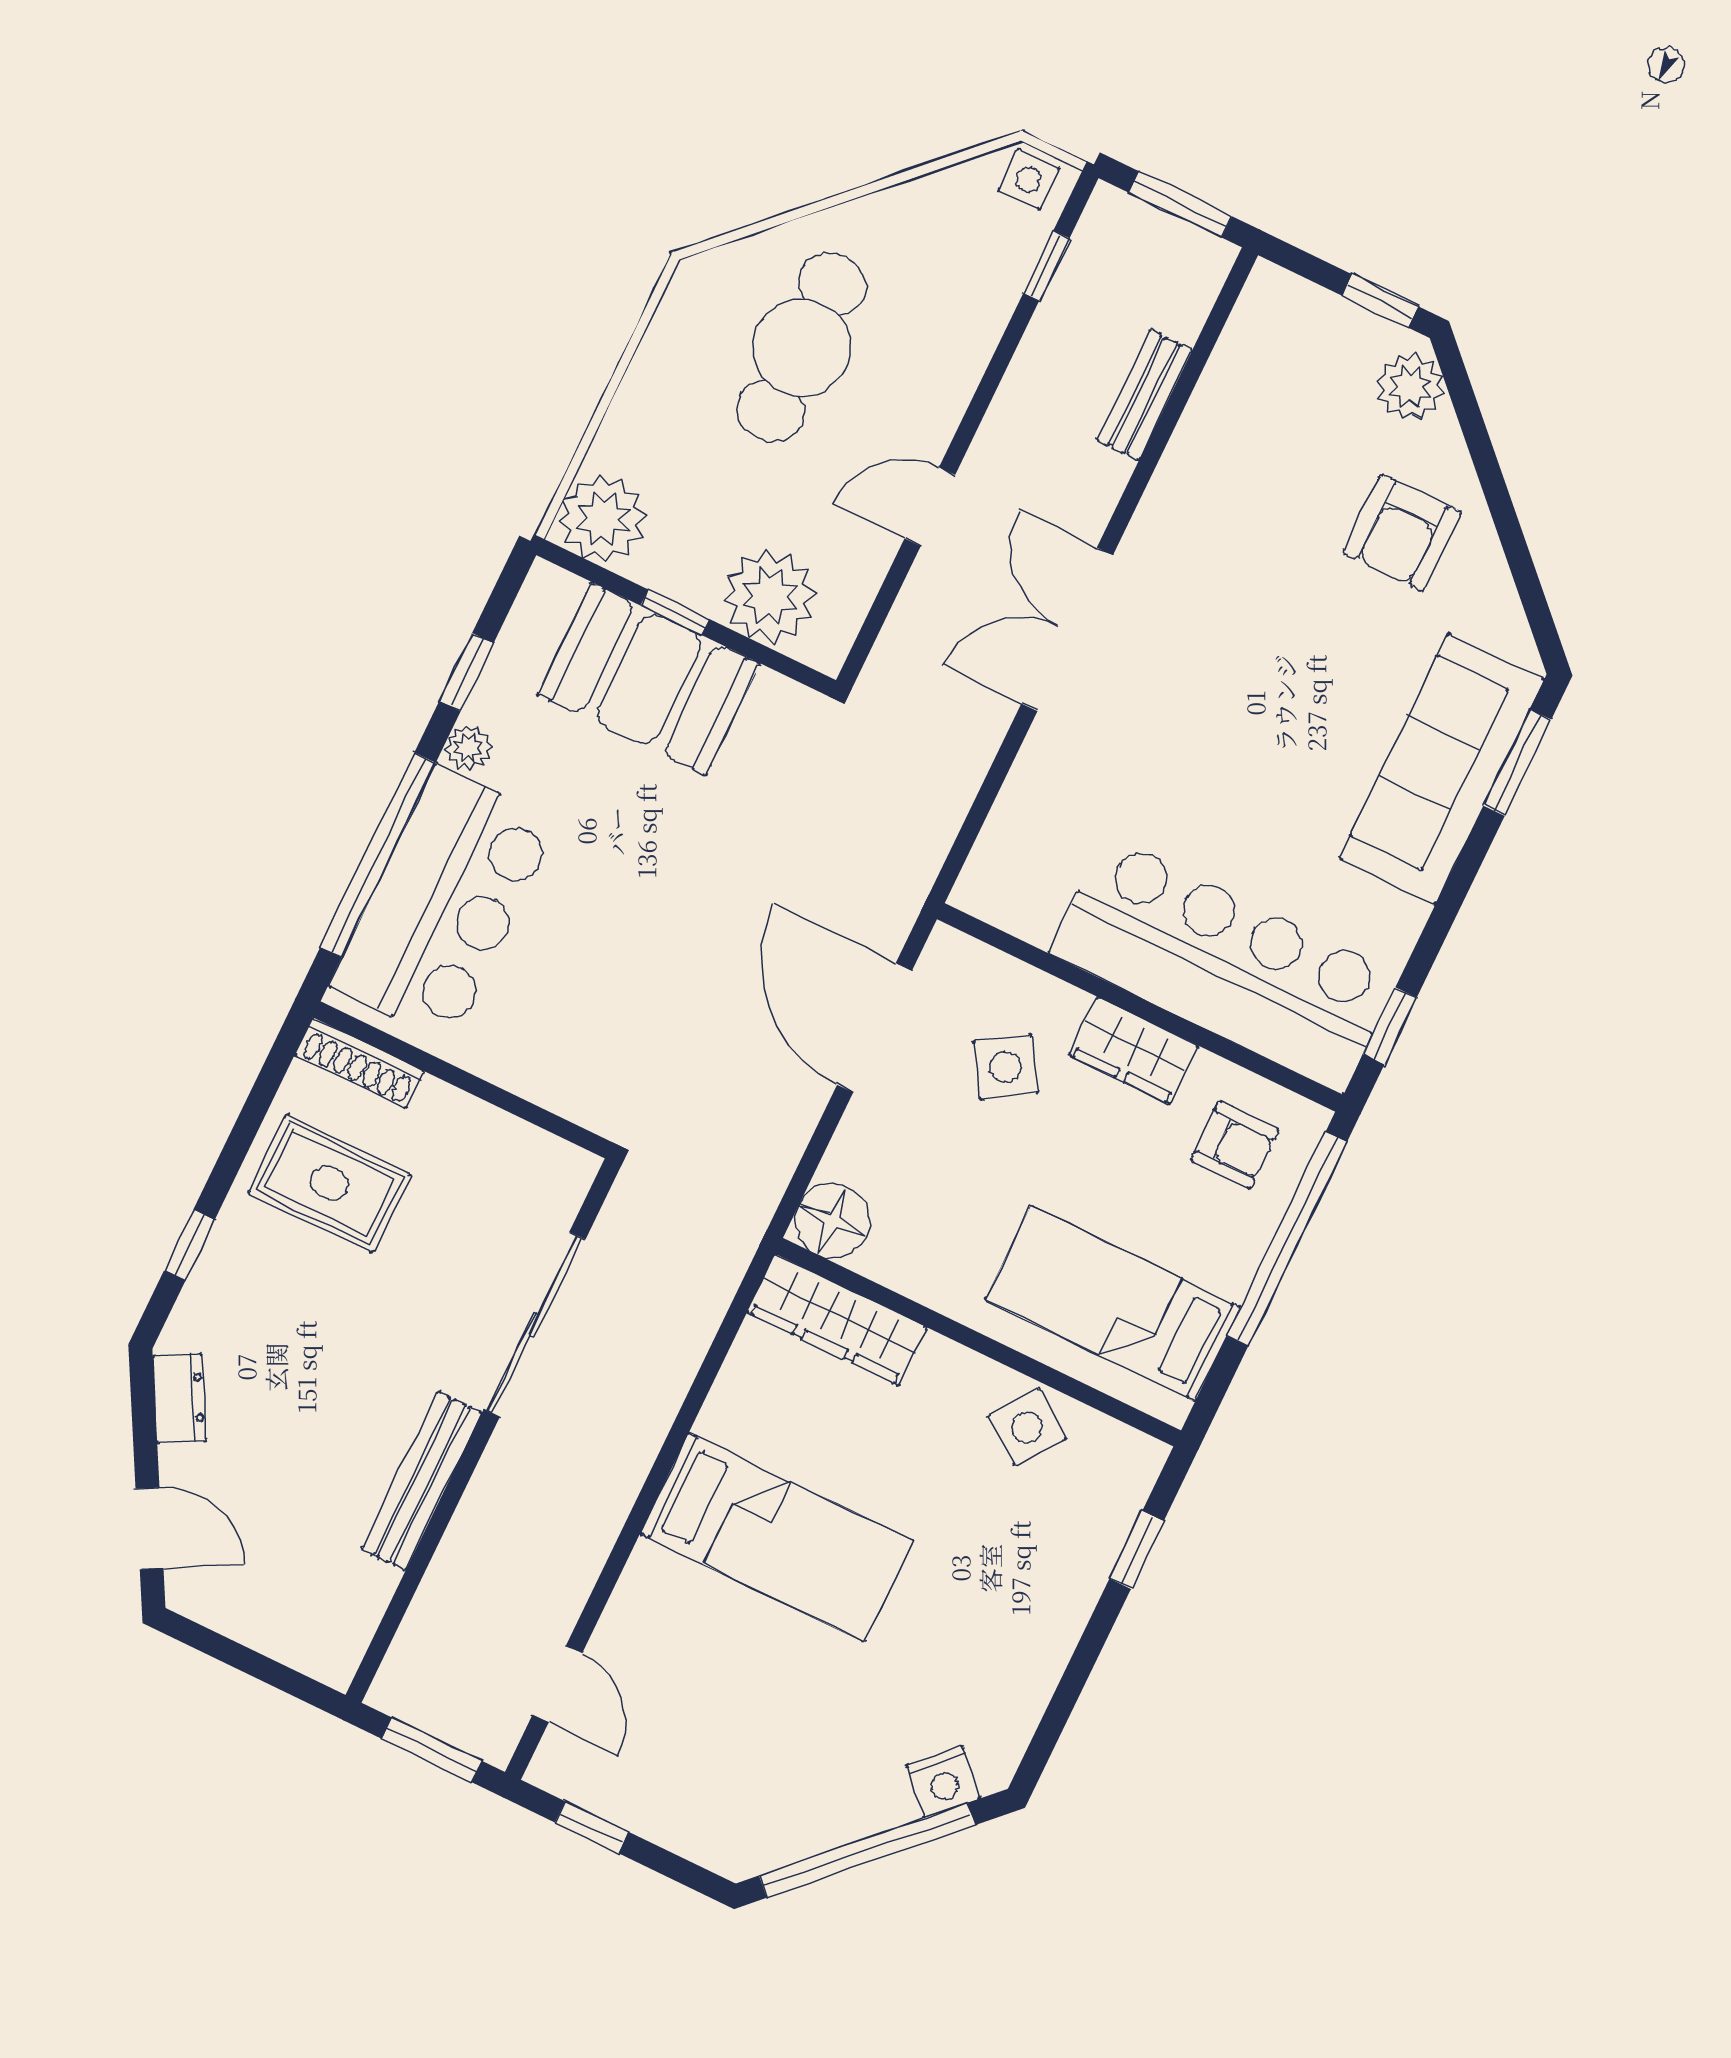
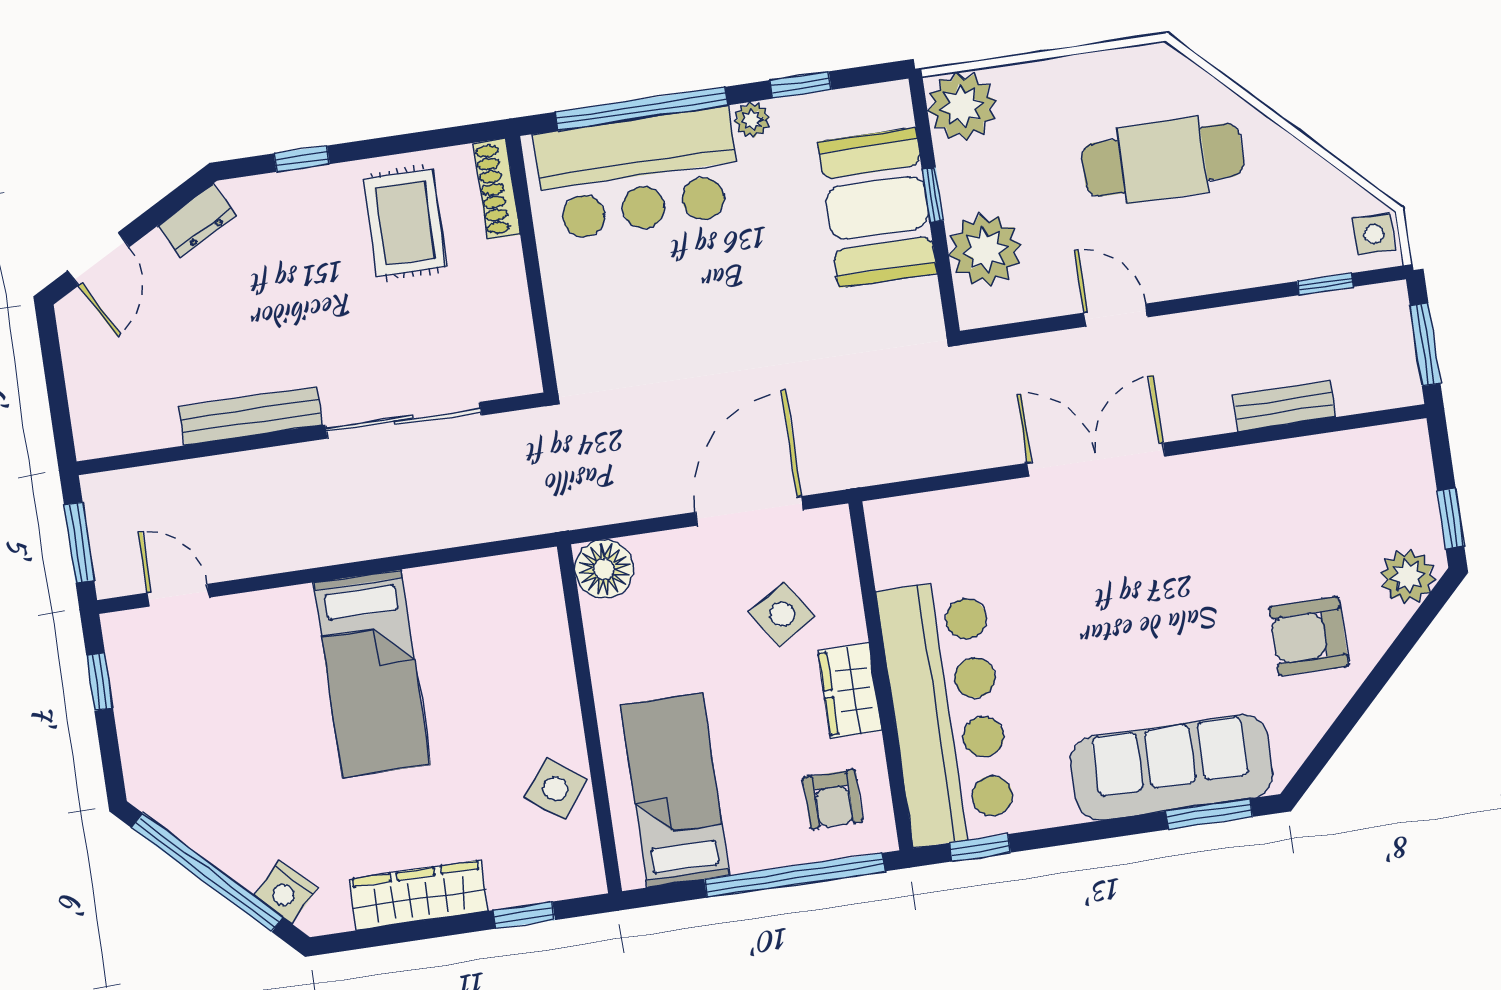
wardrobe: (837, 1320) -> (419, 895), moved, turned 90
door: (557, 1684) -> (178, 595), swing flipped

